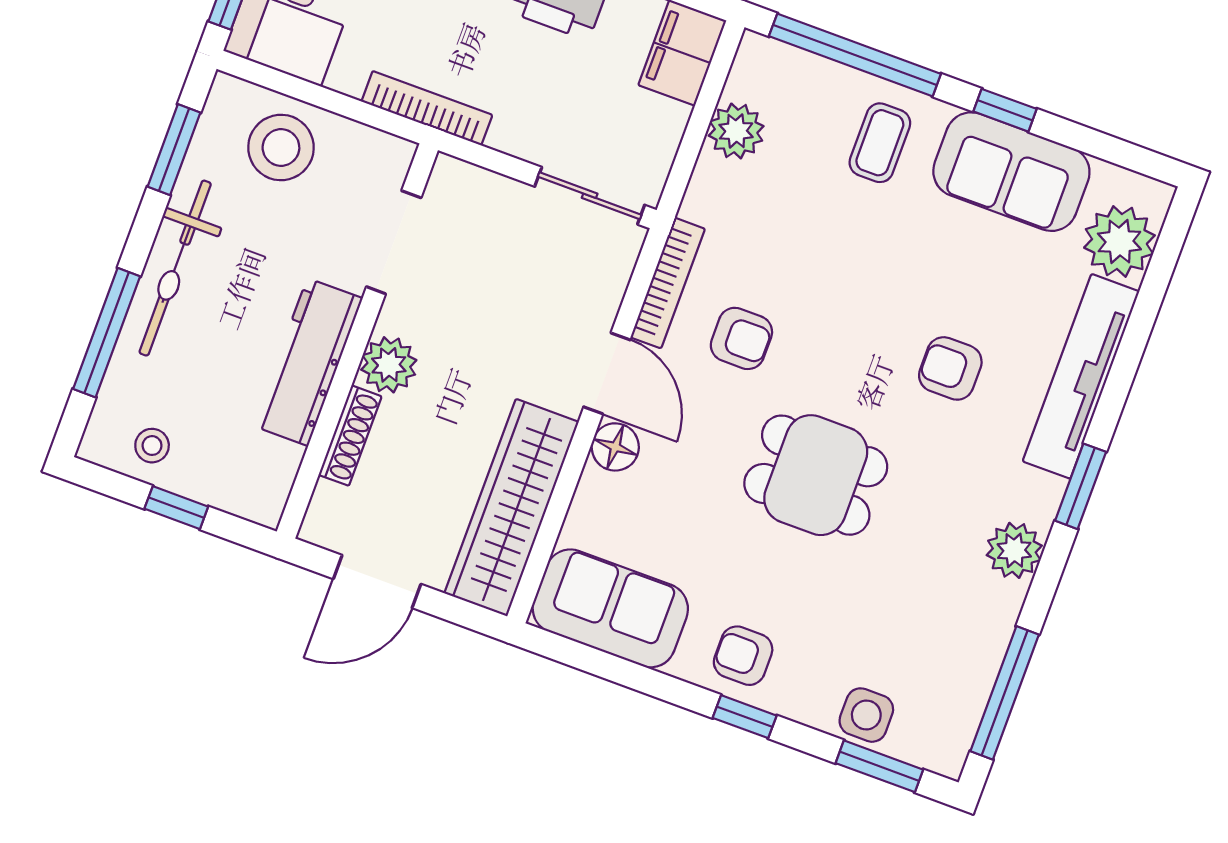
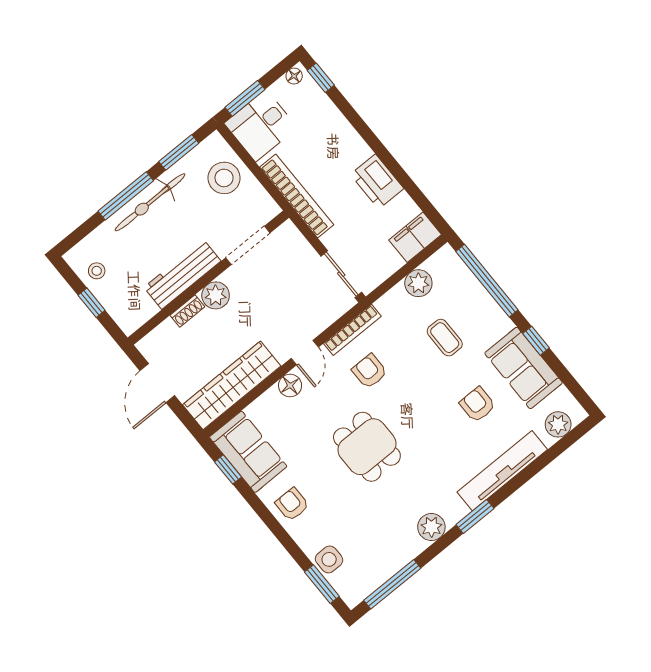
bookcase: (427, 108) -> (297, 196), width x1.48, depth x1.31
coffee table: (880, 143) -> (445, 338), moved, turned 90
plant: (1119, 241) -> (558, 424), width x0.73, depth x0.73
window: (107, 333) -> (126, 196), moved
armchair: (741, 338) -> (370, 371), turned 180
armchair: (950, 368) -> (477, 404), moved
door: (607, 373) -> (305, 353), width x0.73
shoe rack: (350, 436) -> (187, 311), width x0.70
door: (377, 581) -> (157, 383), hinge flipped
window: (745, 717) -> (228, 469), moved

